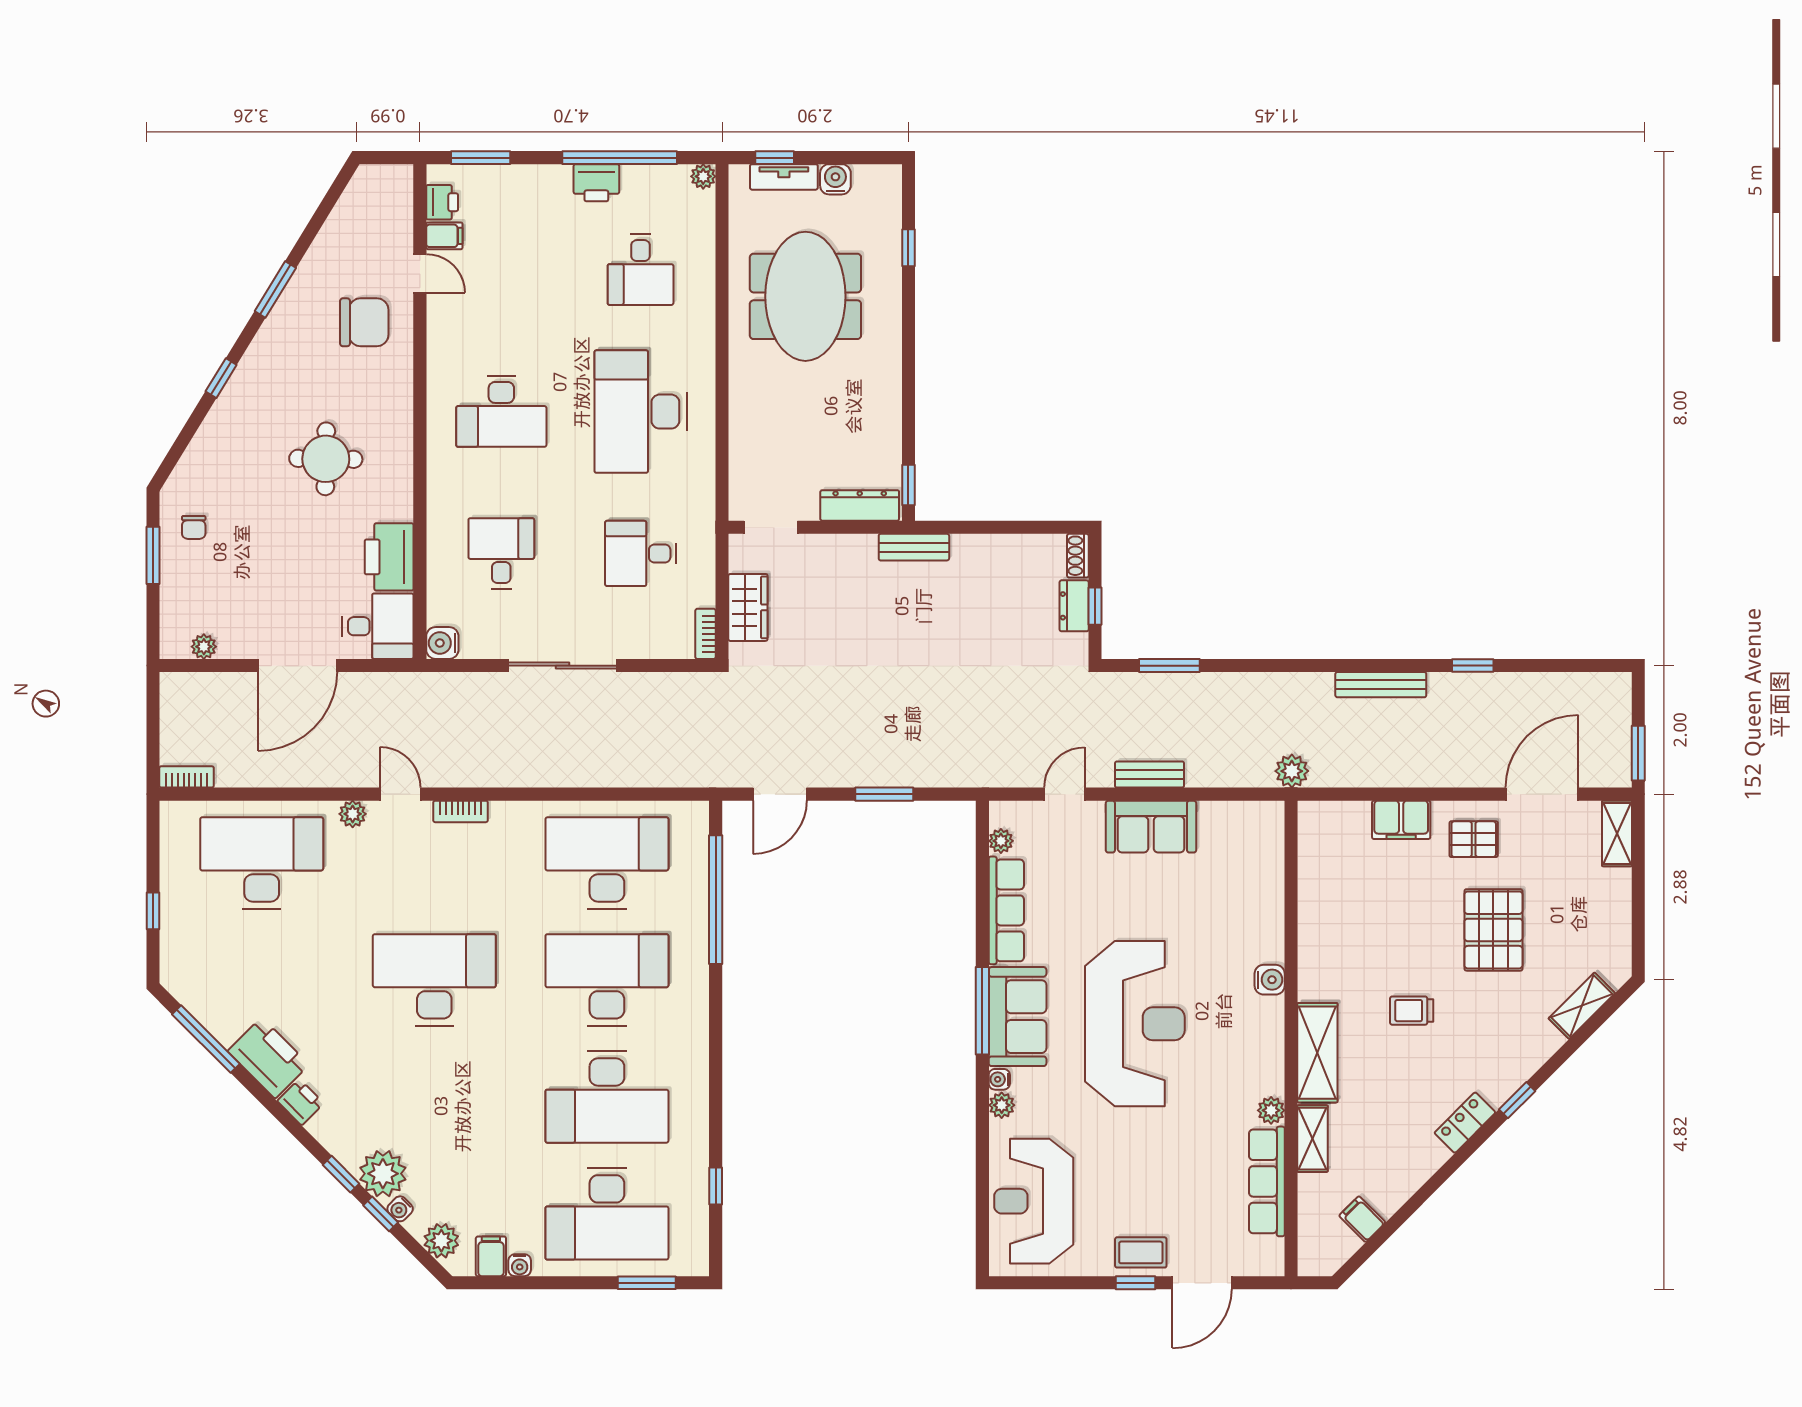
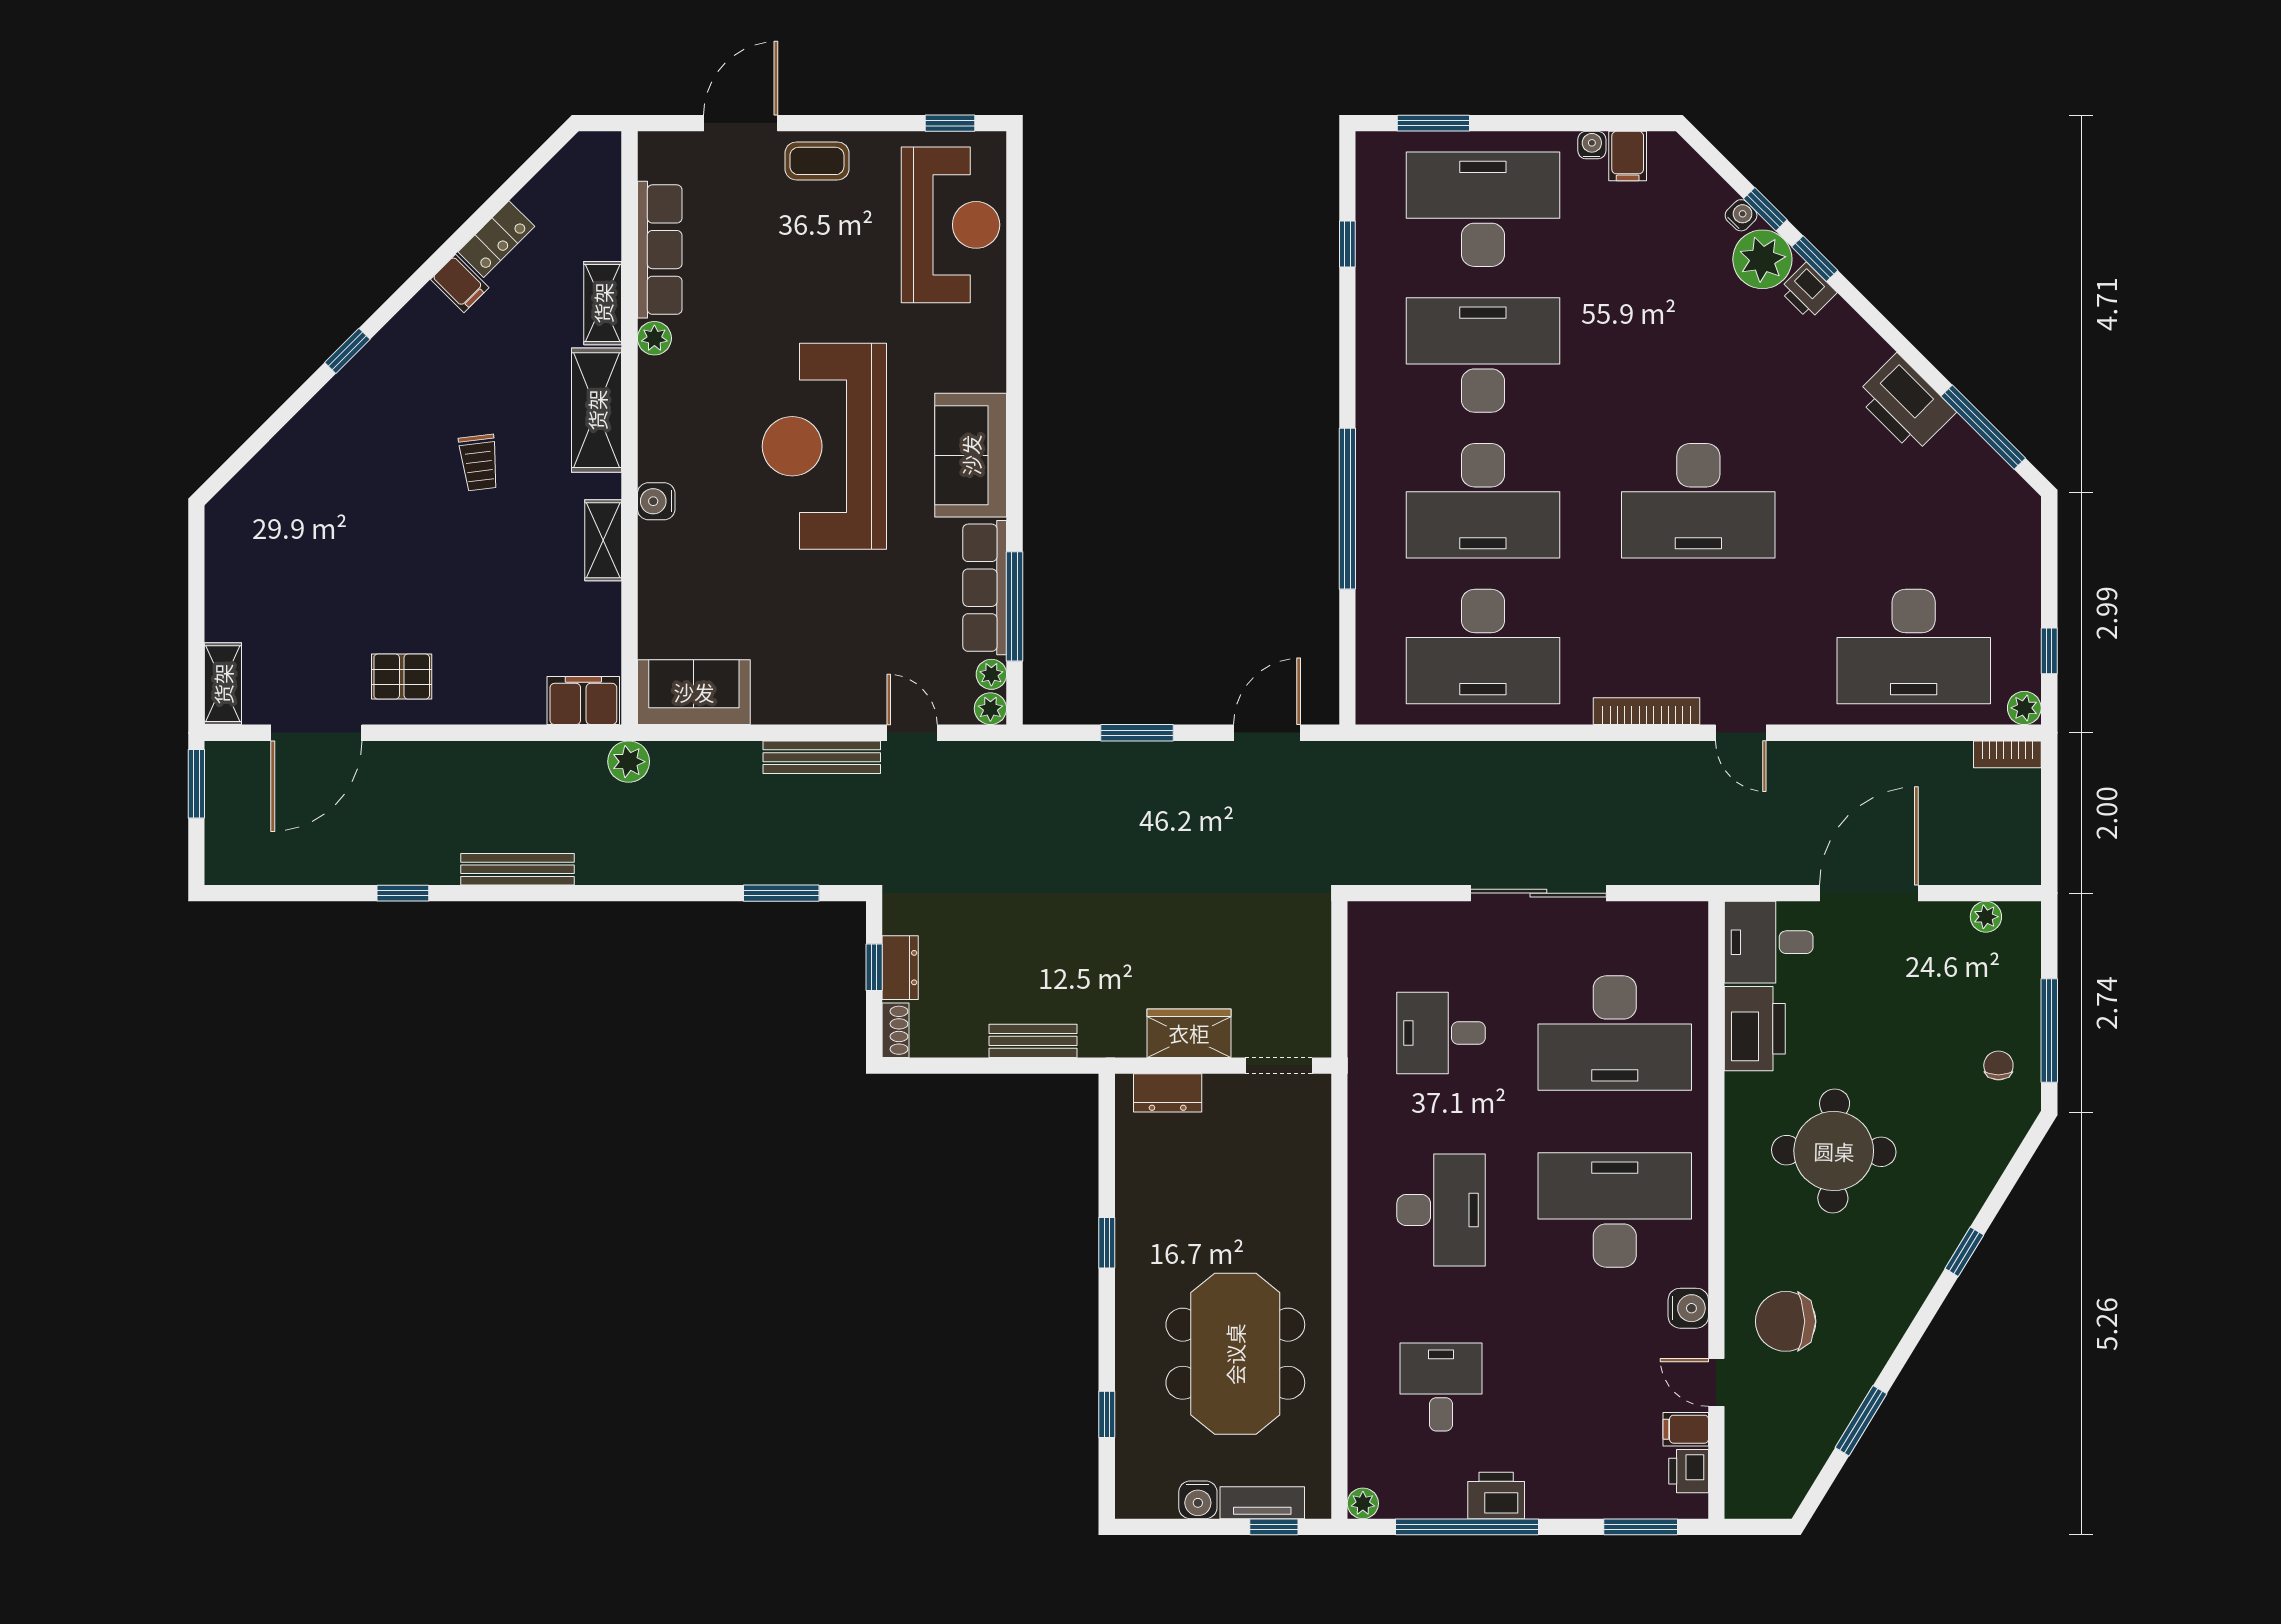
window: (275, 289) -> (1861, 1421), moved
desk: (501, 412) -> (1615, 1210), width x1.36, depth x1.30
desk: (641, 412) -> (1441, 1210), width x0.73, depth x0.77
round table: (326, 459) -> (1834, 1151), width x1.36, depth x1.36
window: (908, 485) -> (1107, 1243), moved
dresser: (860, 505) -> (1168, 1093), width x0.70
bench: (914, 547) -> (1033, 1041), moved
desk: (501, 553) -> (1615, 1033), width x1.87, depth x1.30
desk: (641, 553) -> (1441, 1033), turned 180
window: (153, 555) -> (2049, 1030), width x1.44
wardrobe: (748, 607) -> (1189, 1033), moved, turned 90
bookcase: (705, 634) -> (1360, 933), removed
water cooler: (442, 643) -> (1688, 1308), moved
bench: (1149, 775) -> (822, 757), width x1.36
door: (1064, 794) -> (912, 733), swing flipped
bookcase: (461, 811) -> (1647, 711), width x1.56
plant: (353, 814) -> (2024, 708), moved
filing cabinet: (1401, 820) -> (583, 701), moved
sofa: (1151, 827) -> (694, 692), moved
window: (716, 900) -> (1347, 509), moved
window: (153, 911) -> (2049, 651), moved
pallet: (1493, 930) -> (377, 563), removed
shelving: (1582, 1006) -> (603, 540), moved, turned -45
window: (982, 1011) -> (1015, 606), moved
trolley: (1412, 1011) -> (479, 463), turned 83
water cooler: (999, 1079) -> (993, 377), removed
printer: (301, 1102) -> (1808, 291), moved
plant: (1002, 1105) -> (990, 709), moved
locker: (1465, 1123) -> (496, 239), moved
filing cabinet: (1362, 1219) -> (460, 283), moved
plant: (441, 1241) -> (1690, 176), removed
window: (1136, 1283) -> (950, 123), moved

